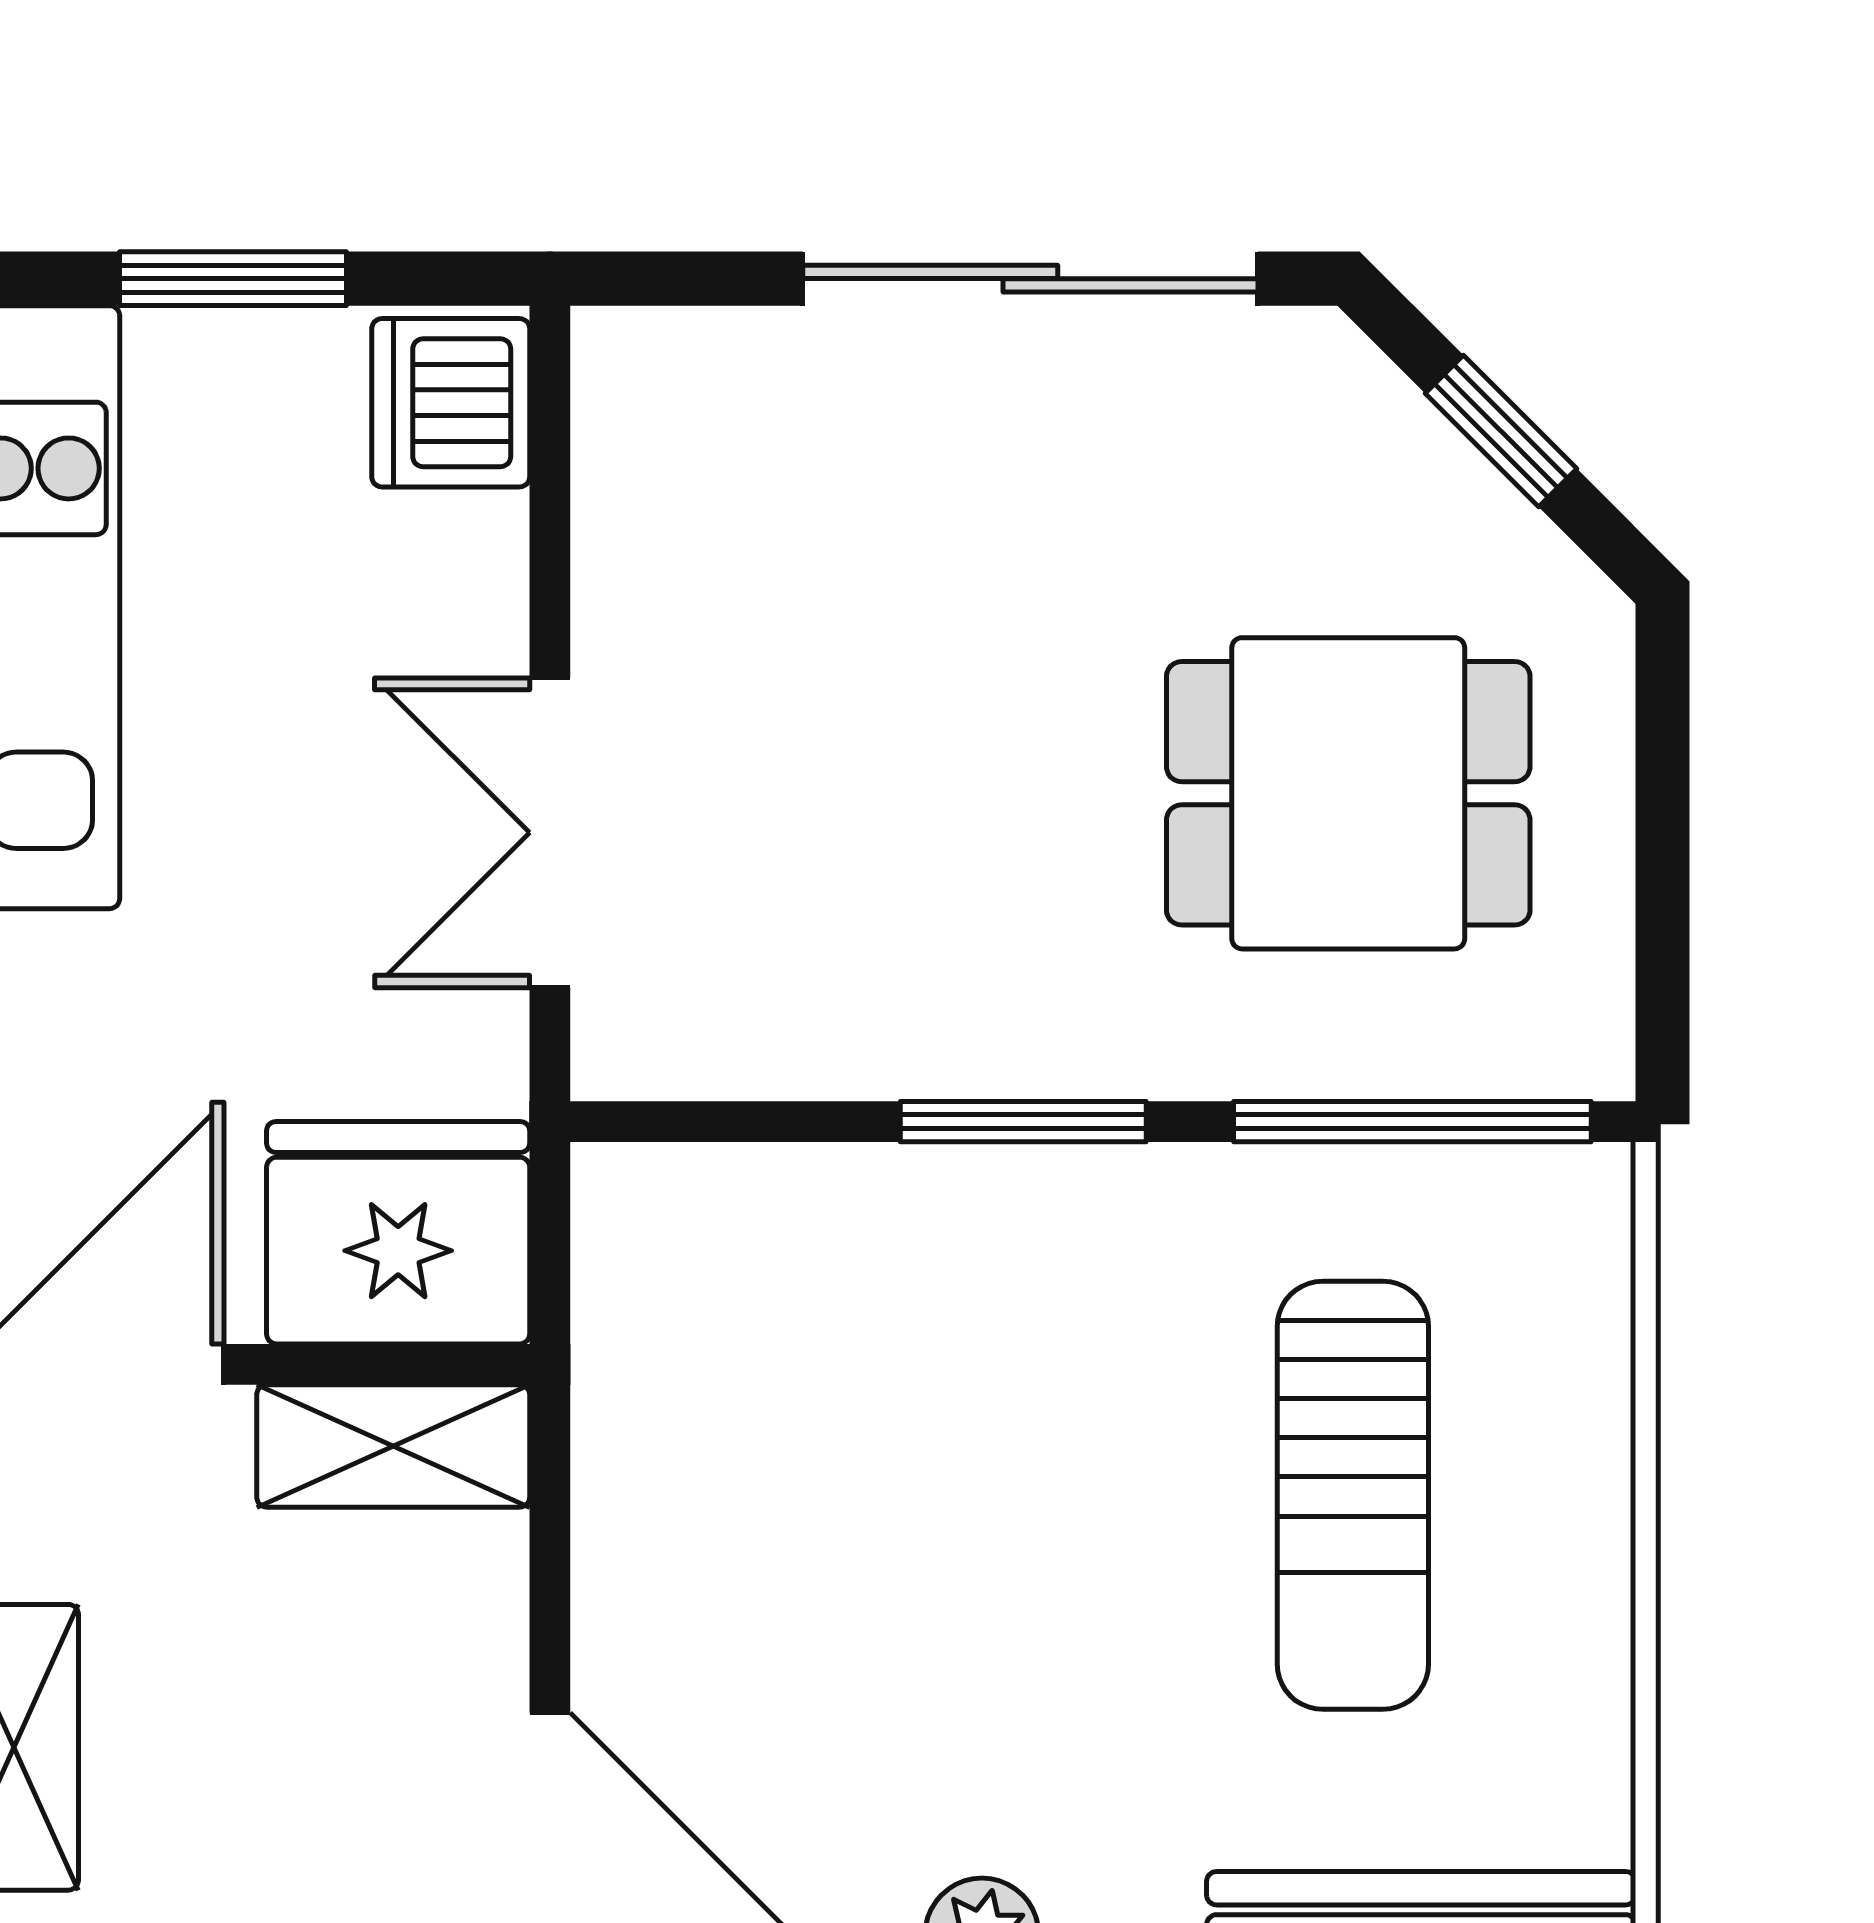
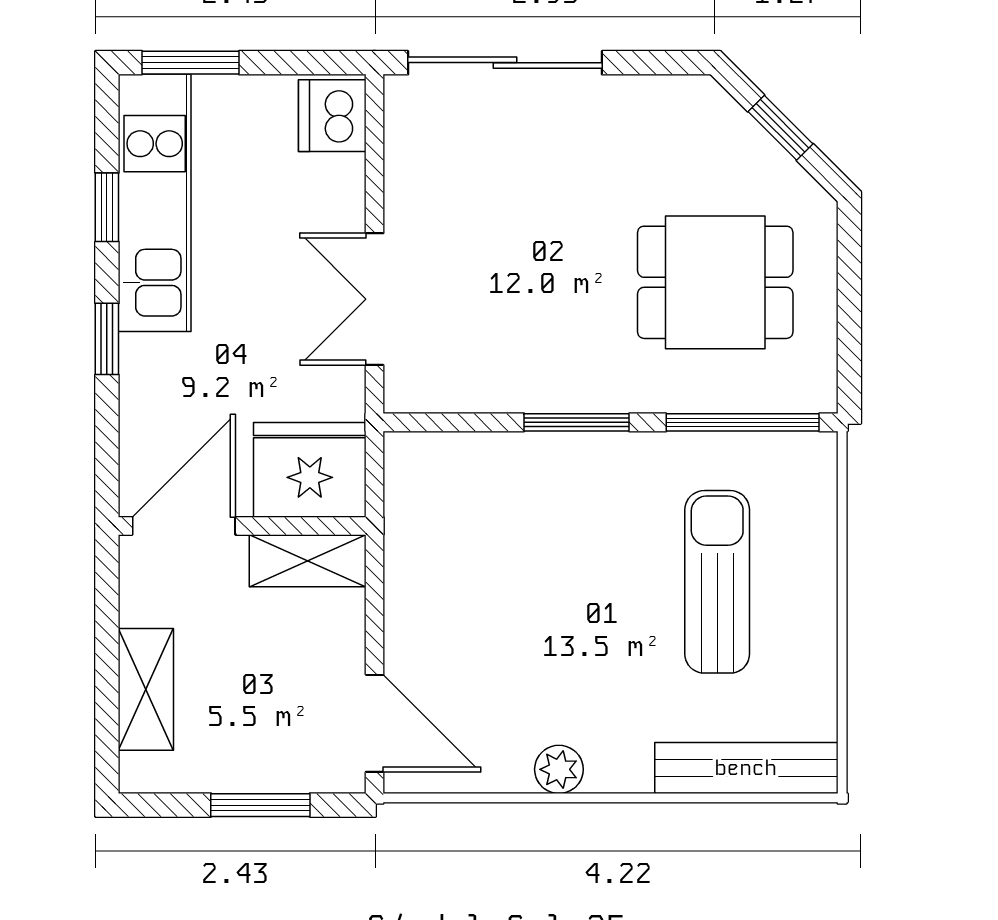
window: (233, 279) -> (191, 63), moved
sliding door: (1030, 279) -> (505, 63), moved
sun lounger: (1353, 1495) -> (717, 582), turned 180

